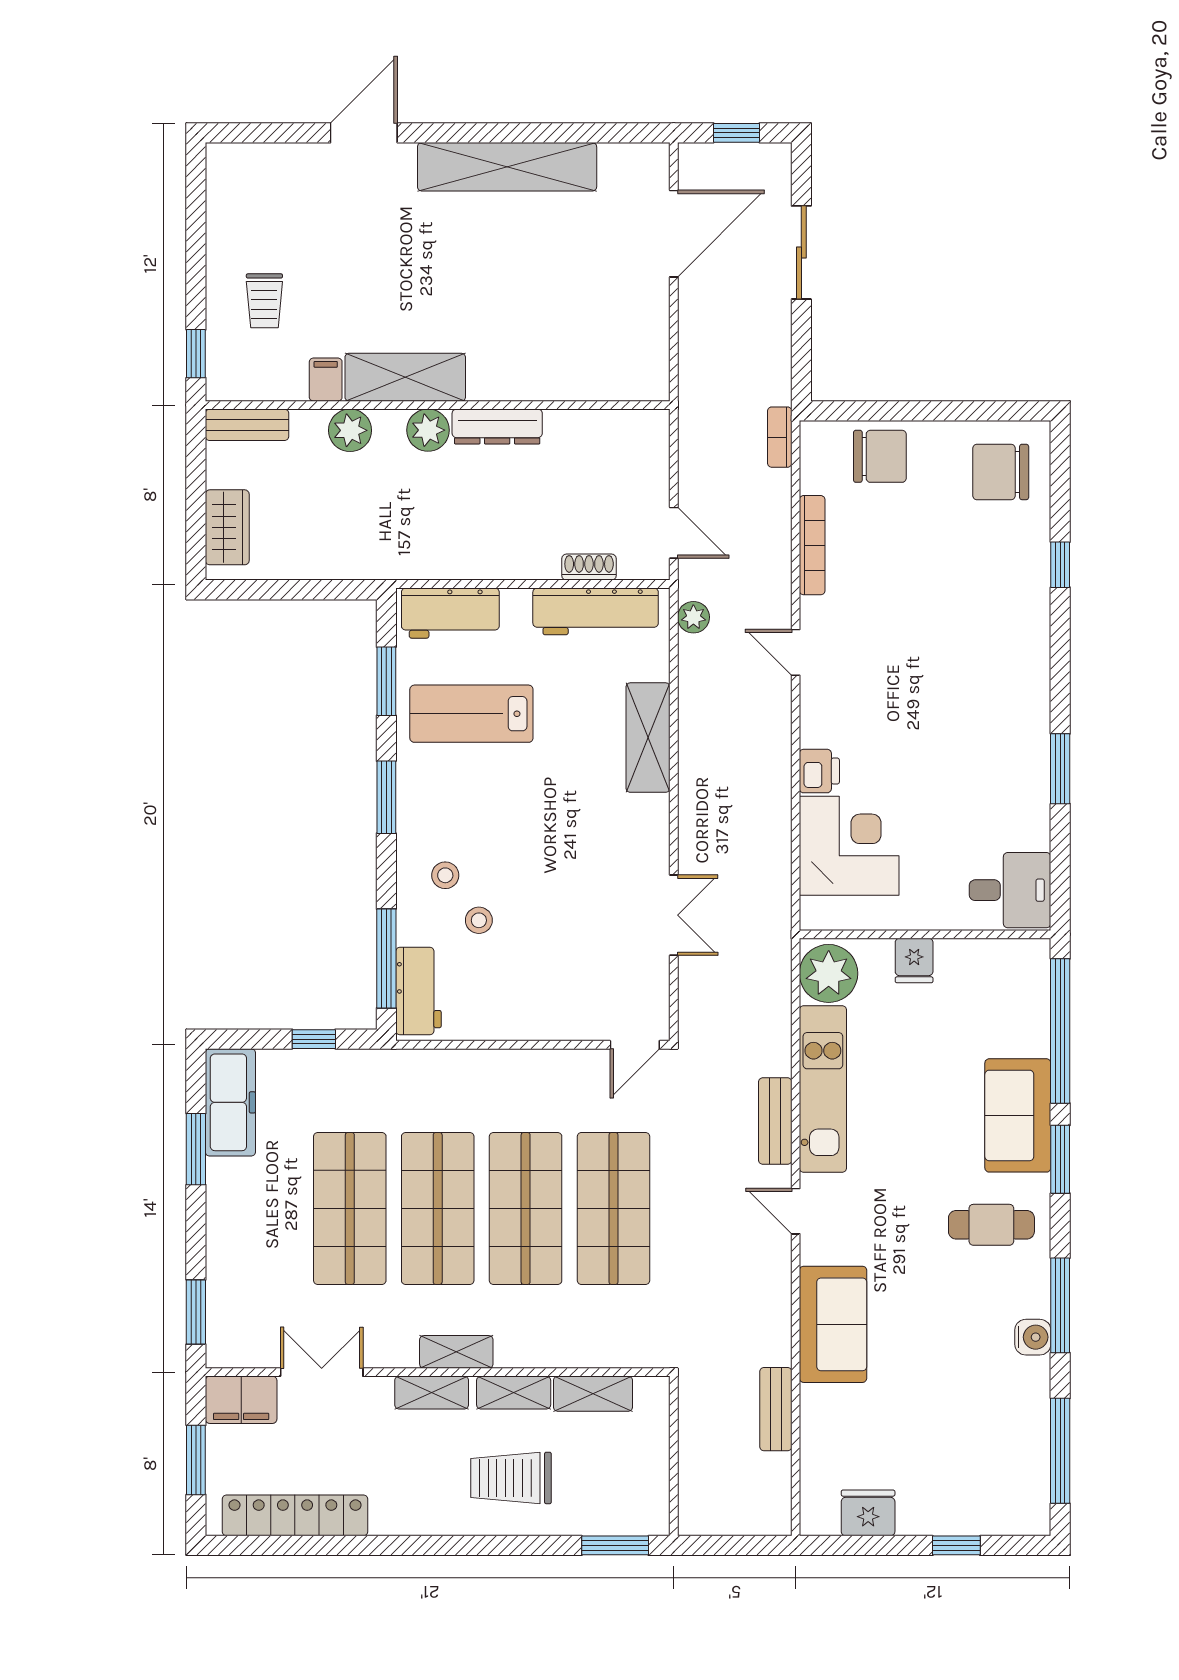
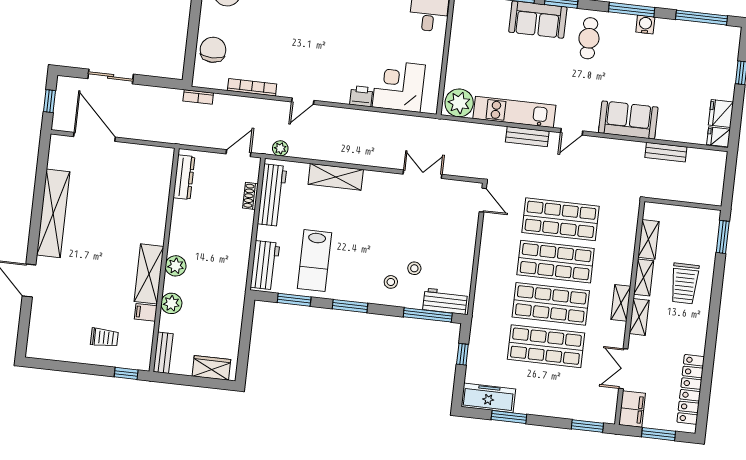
dresser: (497, 427) -> (184, 177), moved
fridge: (914, 961) -> (719, 137), moved, turned 180

